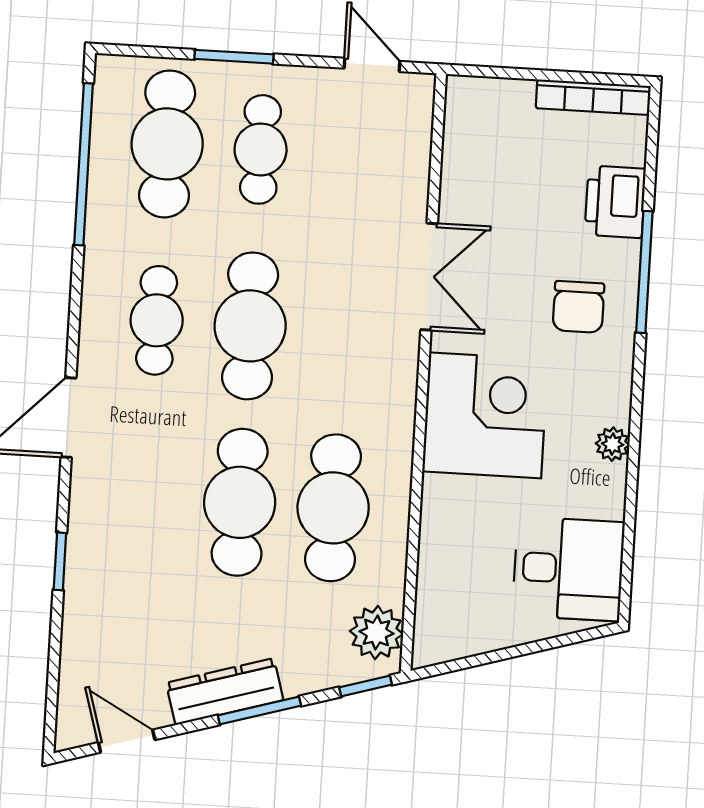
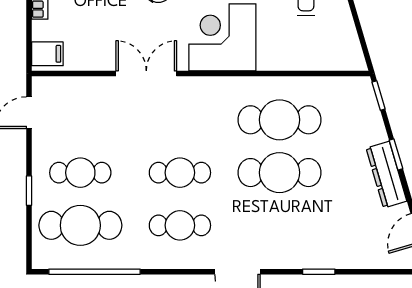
window: (234, 57) -> (29, 191), width x0.67
filing cabinet: (474, 104) -> (47, 54), added
cafe table: (250, 326) -> (180, 173), width x0.73, depth x0.74
plant: (377, 633) -> (348, 91), removed
window: (259, 710) -> (396, 154), width x0.67

